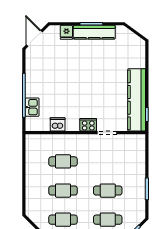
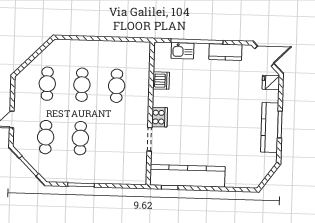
fridge: (66, 32) -> (271, 82), moved
kitchen counter: (32, 71) -> (225, 52), added

